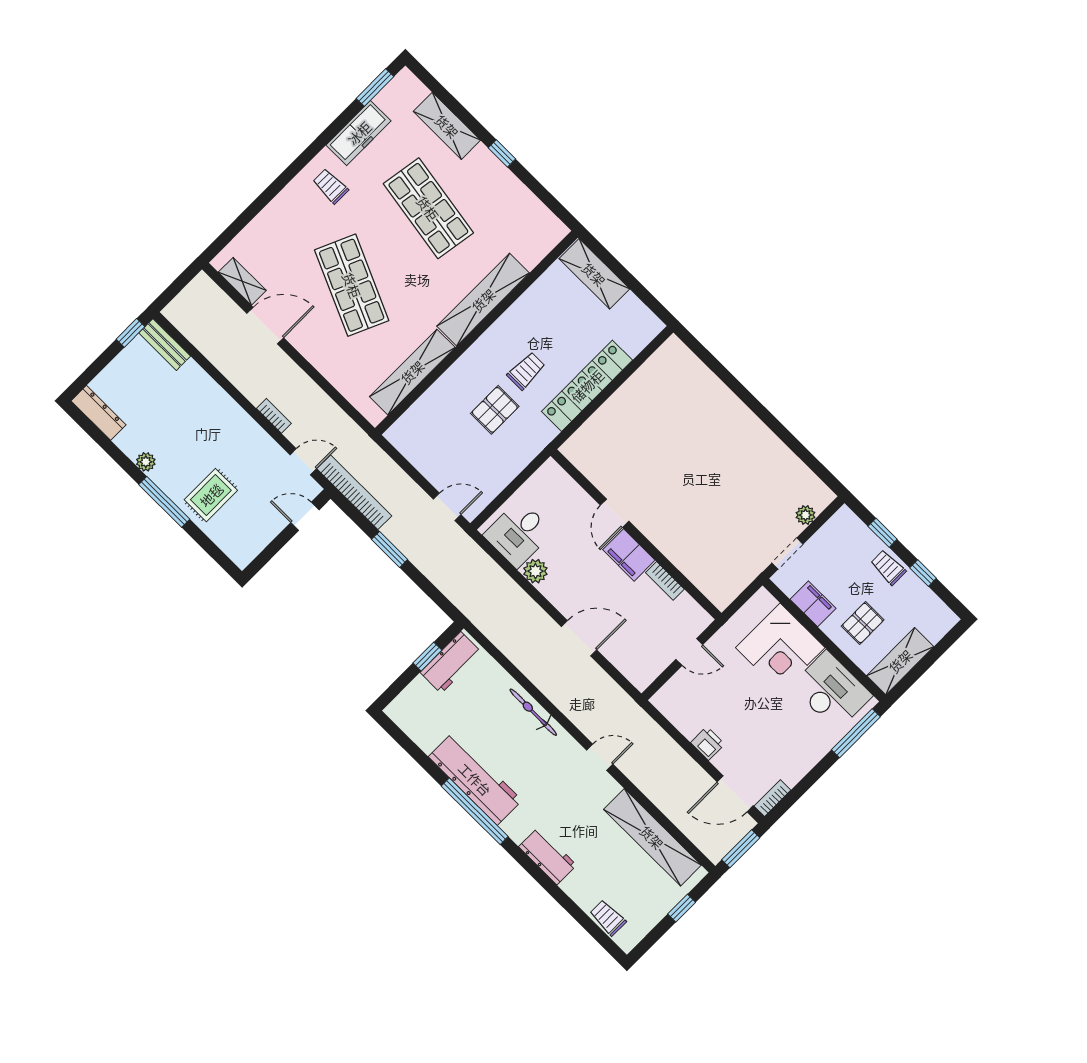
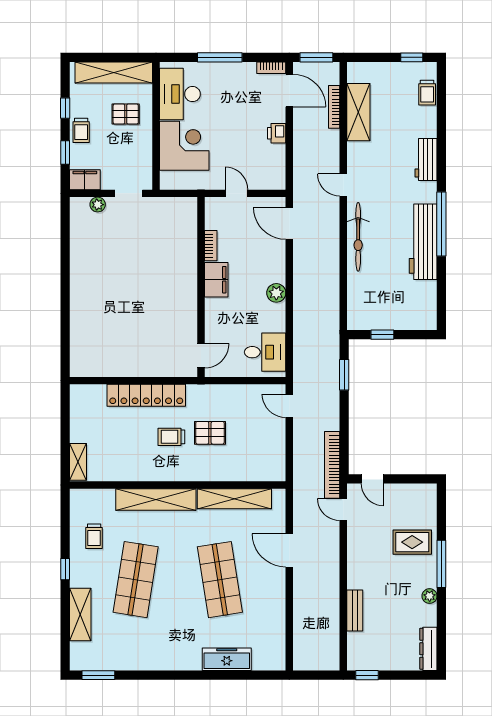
freezer: (359, 133) -> (227, 659), moved
trolley: (331, 186) -> (94, 536), moved
shelving: (594, 274) -> (78, 462), width x0.67, depth x0.75
shelving: (242, 281) -> (278, 642), removed
shop shelf: (352, 285) -> (220, 580), turned -33
door: (265, 326) -> (289, 550), moved
bench: (165, 345) -> (355, 610), moved
bookcase: (274, 416) -> (334, 107), moved, width x1.56
door: (615, 513) -> (201, 356), moved
window: (390, 549) -> (344, 375), moved
plant: (535, 571) -> (276, 293), moved
filing cabinet: (813, 604) -> (85, 180), moved, turned 90
door: (579, 638) -> (289, 223), moved
shelving: (900, 661) -> (114, 72), width x1.47
workbench: (451, 662) -> (373, 319), removed
bicycle: (533, 712) -> (358, 237), width x1.37, depth x1.40
window: (856, 733) -> (220, 57), moved
shelving: (652, 837) -> (358, 112), width x0.68
window: (682, 908) -> (412, 57), moved

